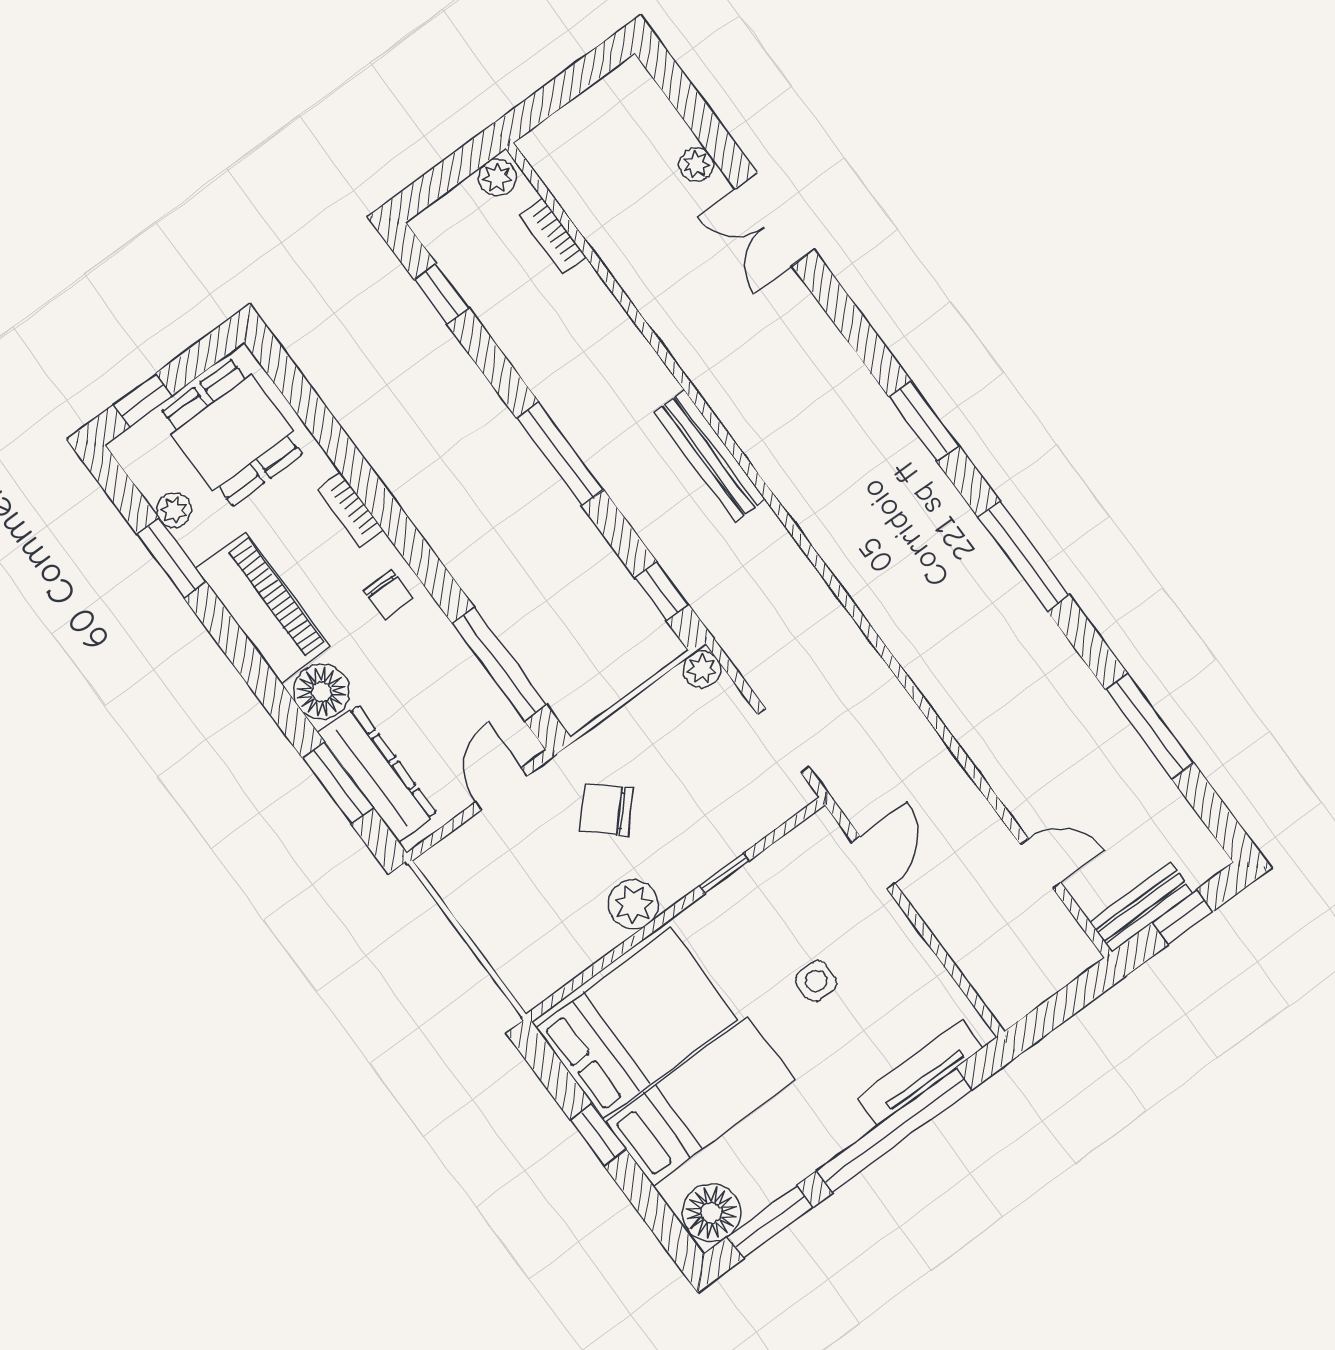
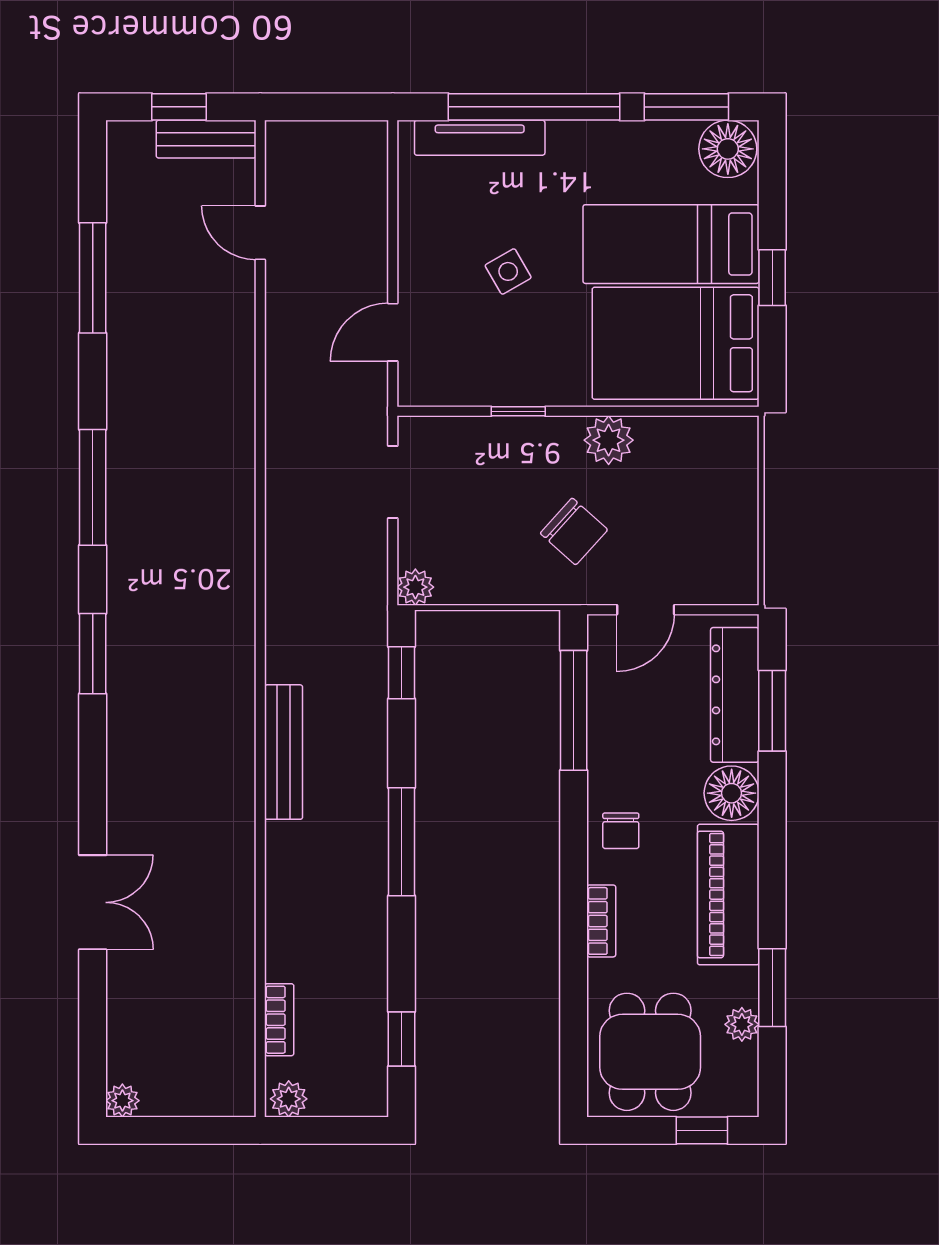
plant: (696, 164) -> (122, 1101), moved
chair: (389, 595) -> (621, 831), turned 180
side table: (816, 981) -> (508, 271), turned -30

